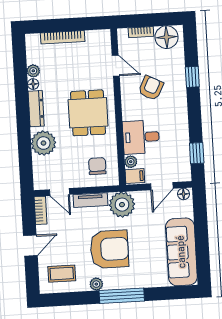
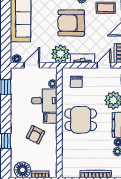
door: (116, 66) -> (59, 152), removed
dining table: (88, 113) -> (81, 120), turned 90
filing cabinet: (135, 176) -> (50, 118), moved
door: (60, 192) -> (104, 65), hinge flipped

